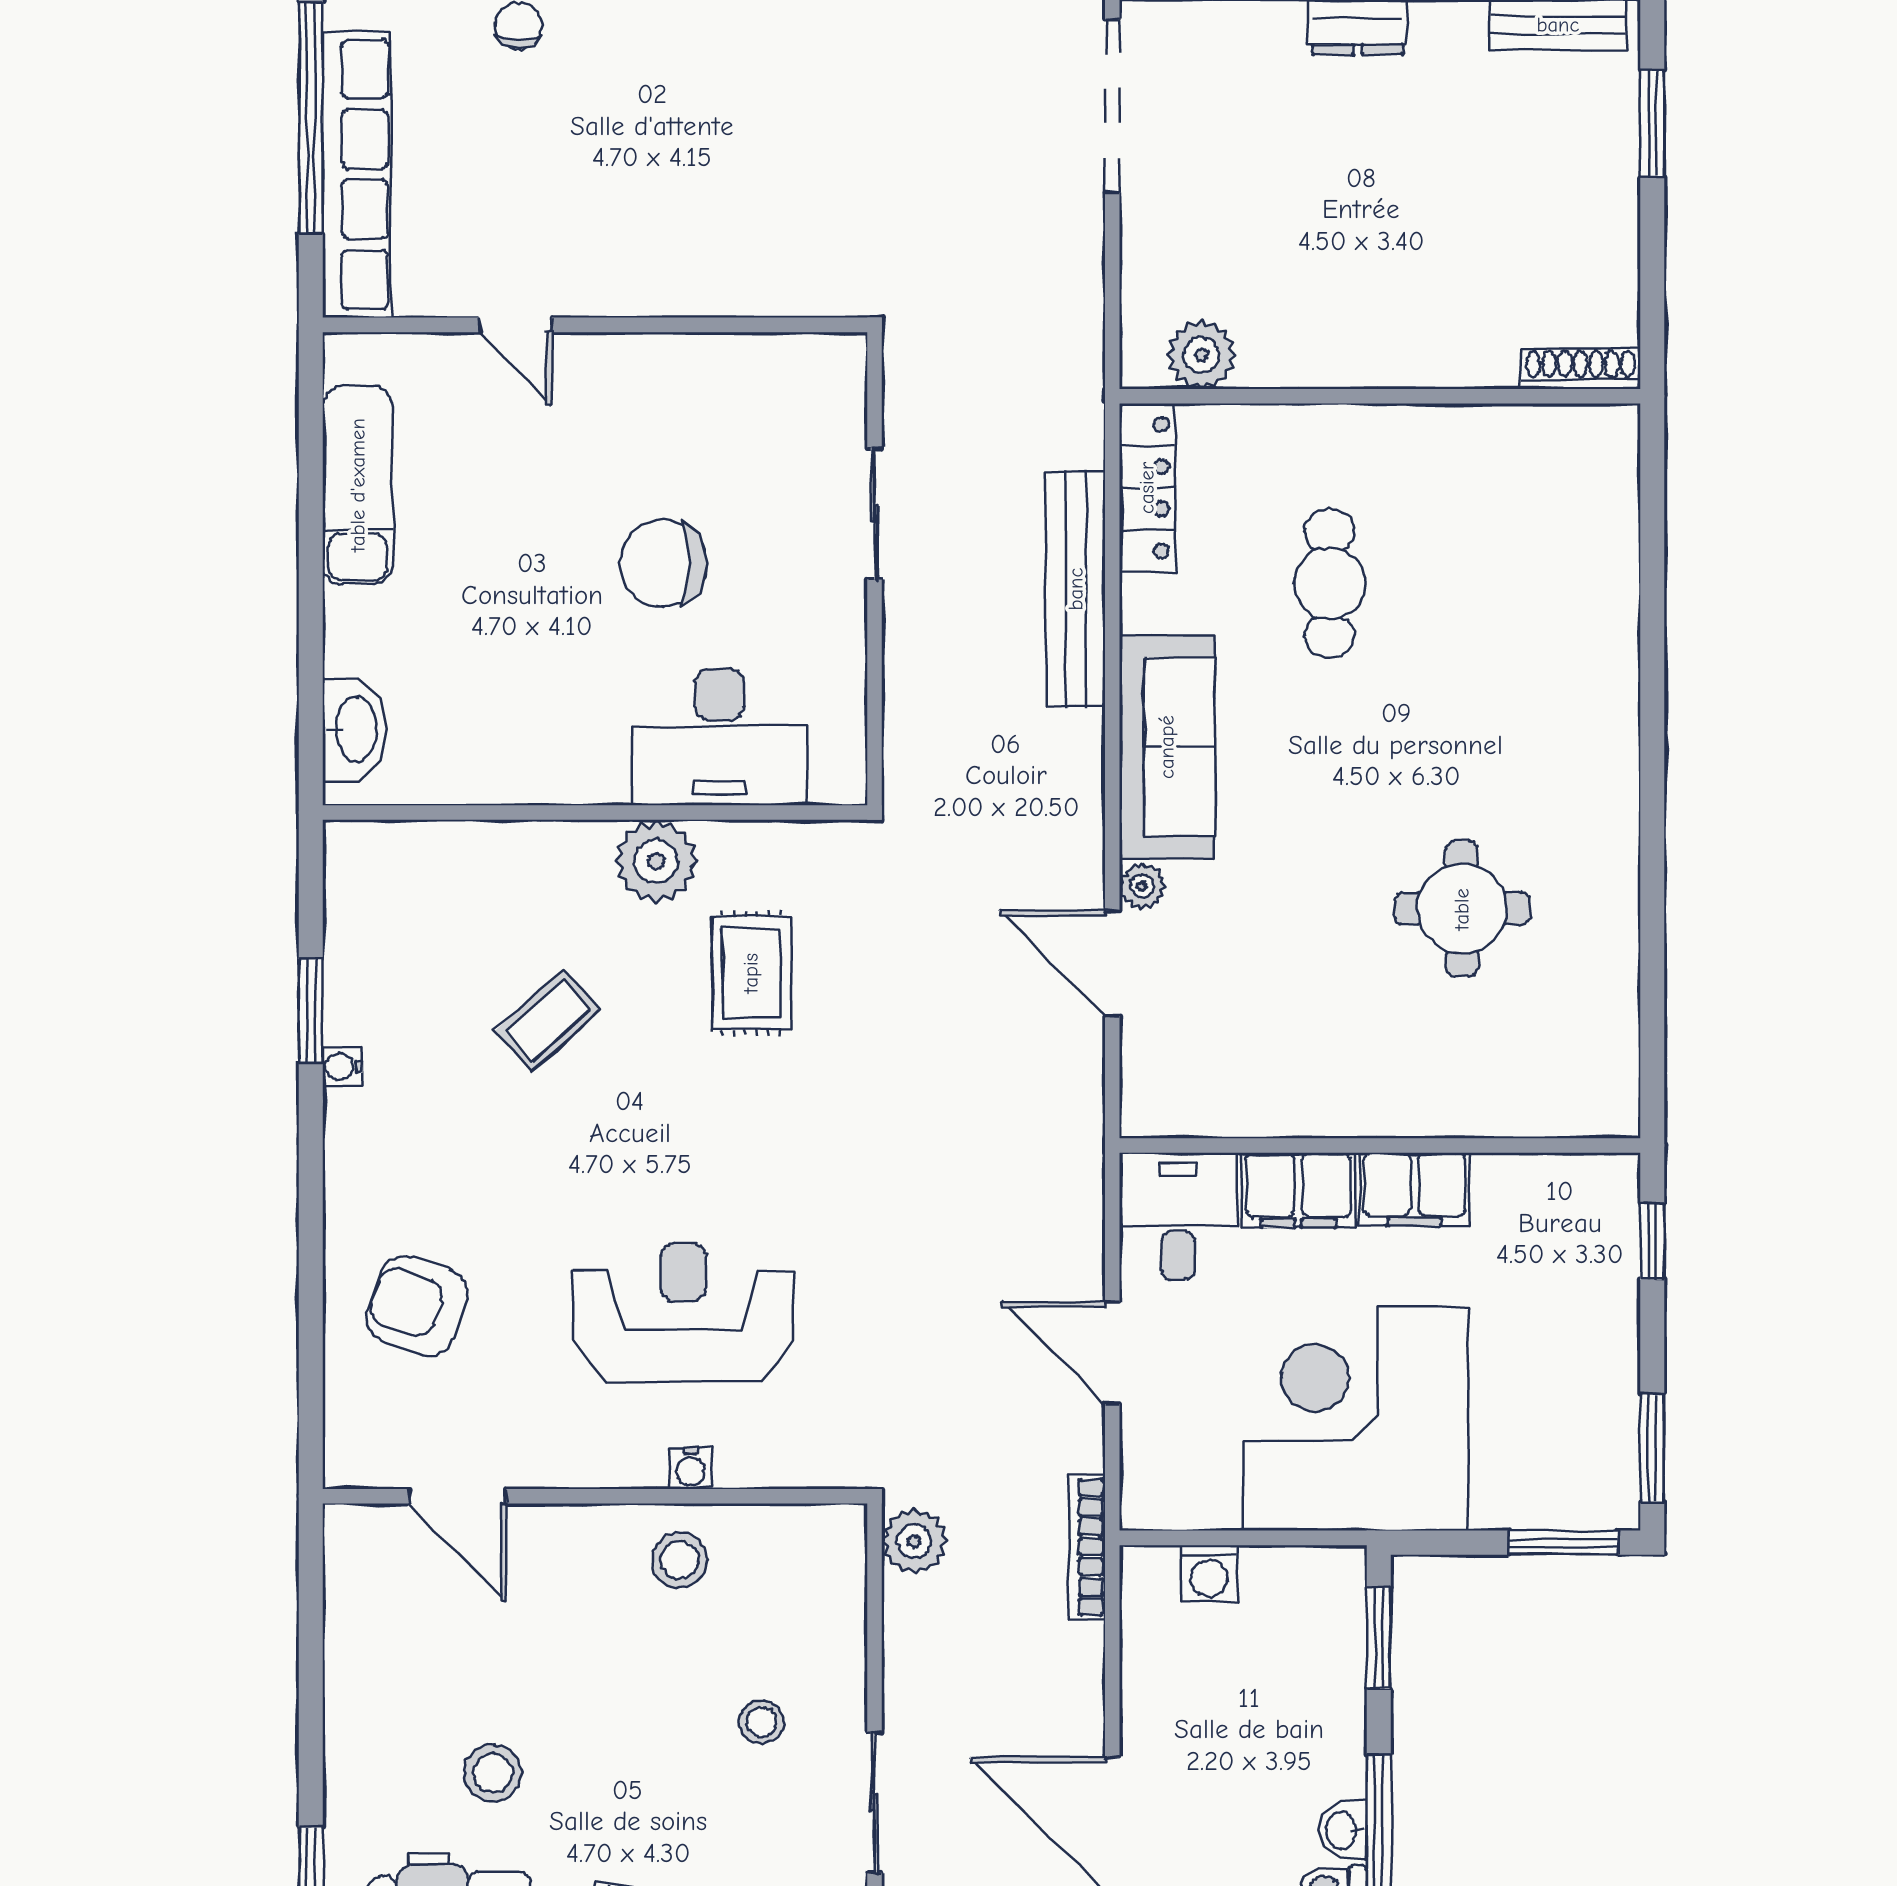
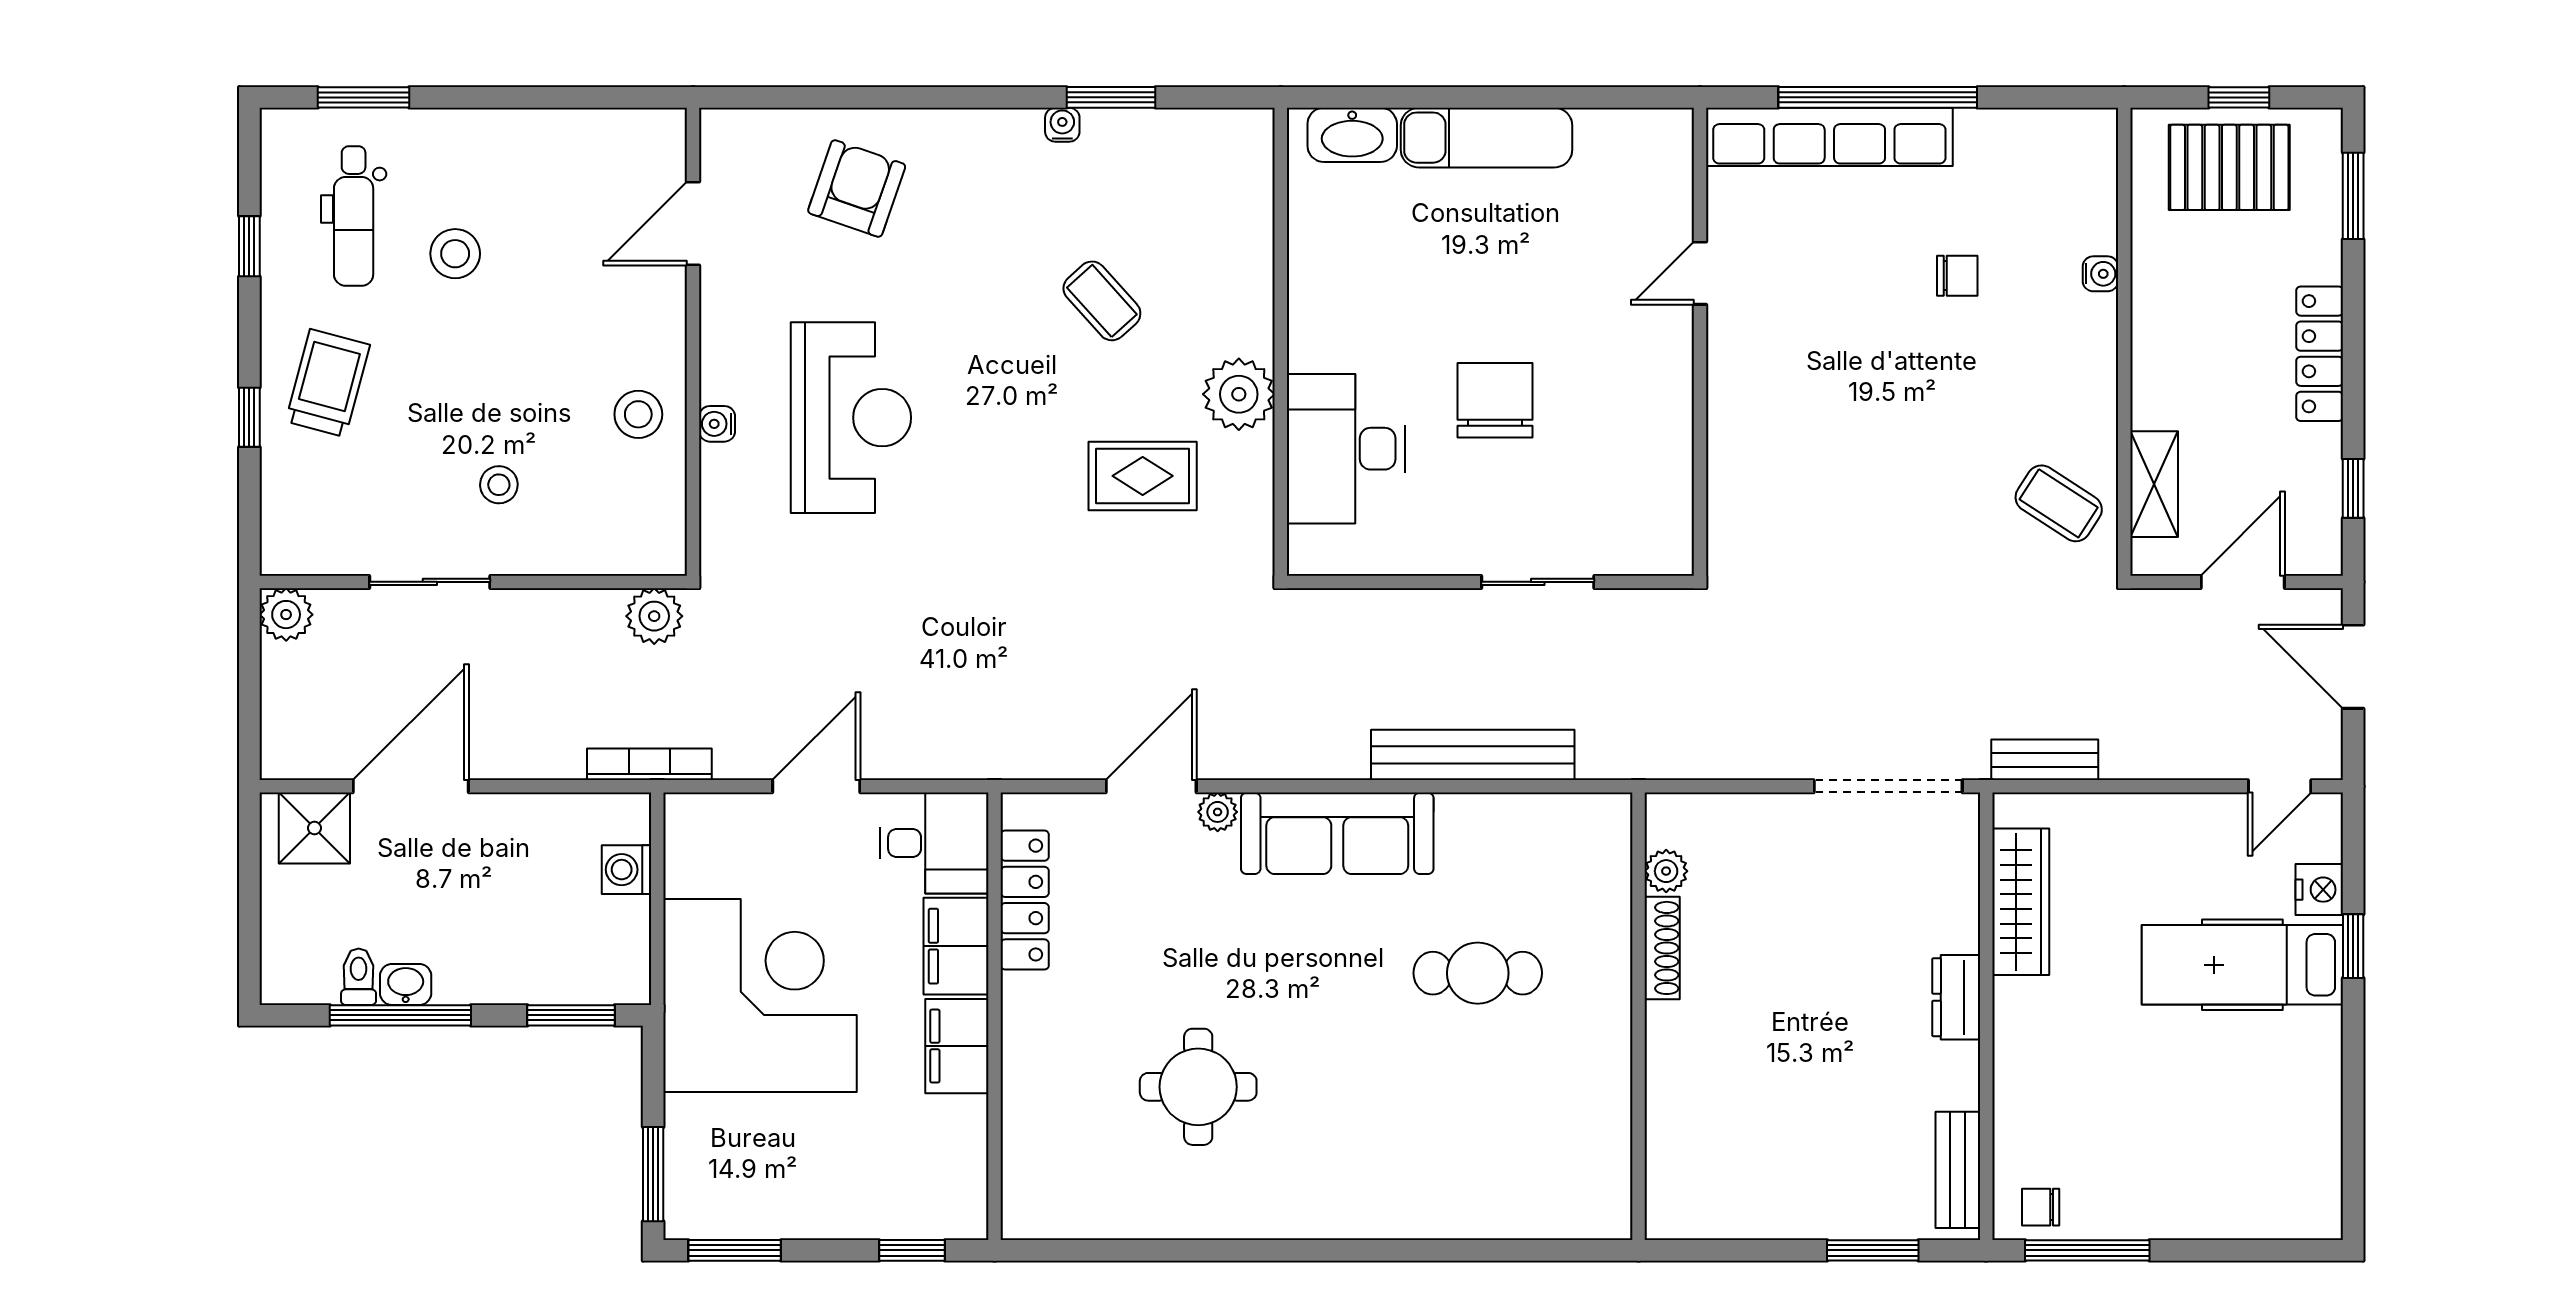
plant: (1202, 355) -> (1666, 871), width x0.73, depth x0.73
shoe rack: (1581, 369) -> (1662, 948), moved
exam couch: (358, 485) -> (1487, 138), moved
locker: (1147, 488) -> (1025, 900), moved, turned -90

